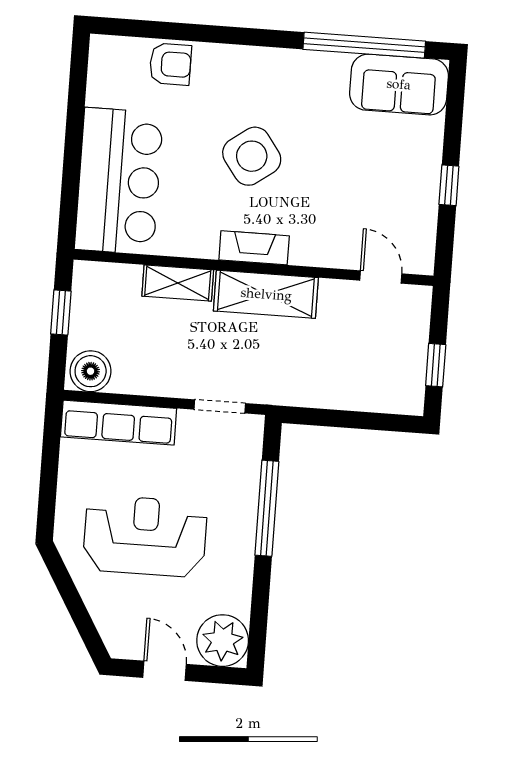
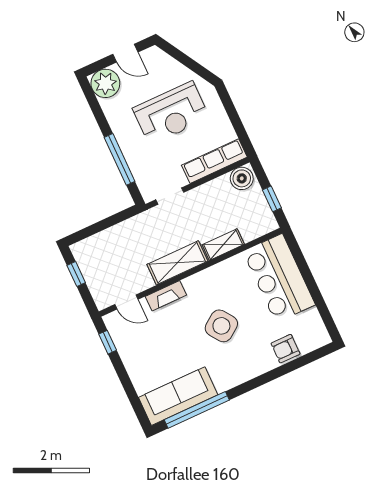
sofa: (399, 84) -> (178, 396), width x1.36
window: (449, 185) -> (108, 342), moved
fireplace: (254, 248) -> (166, 296), moved

